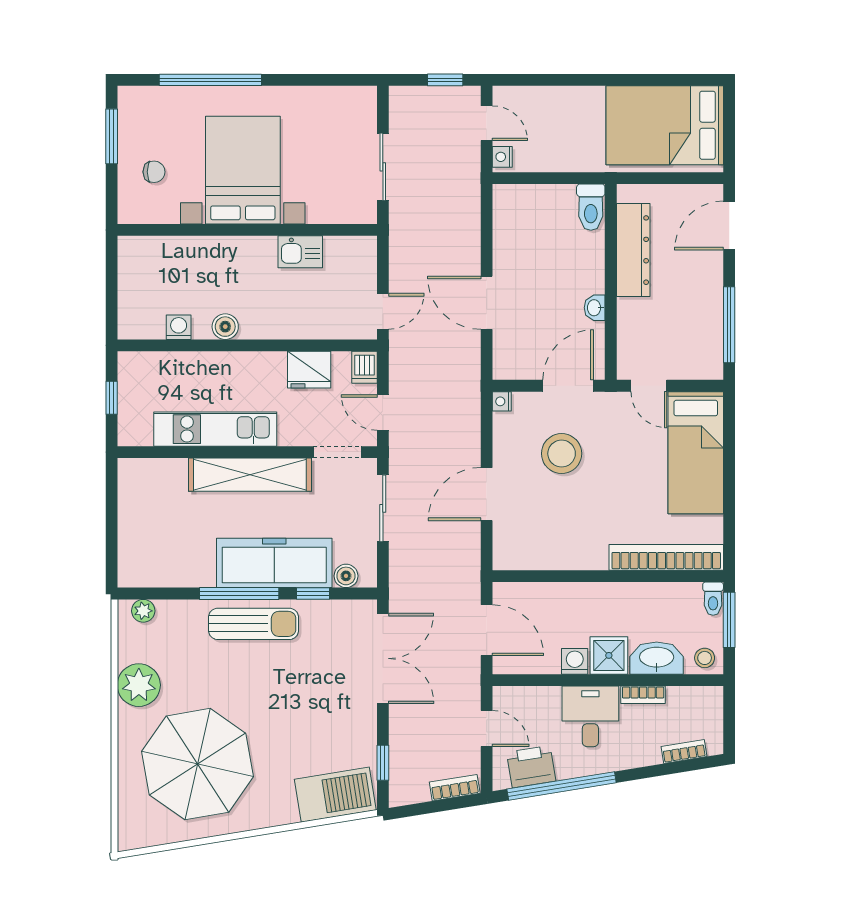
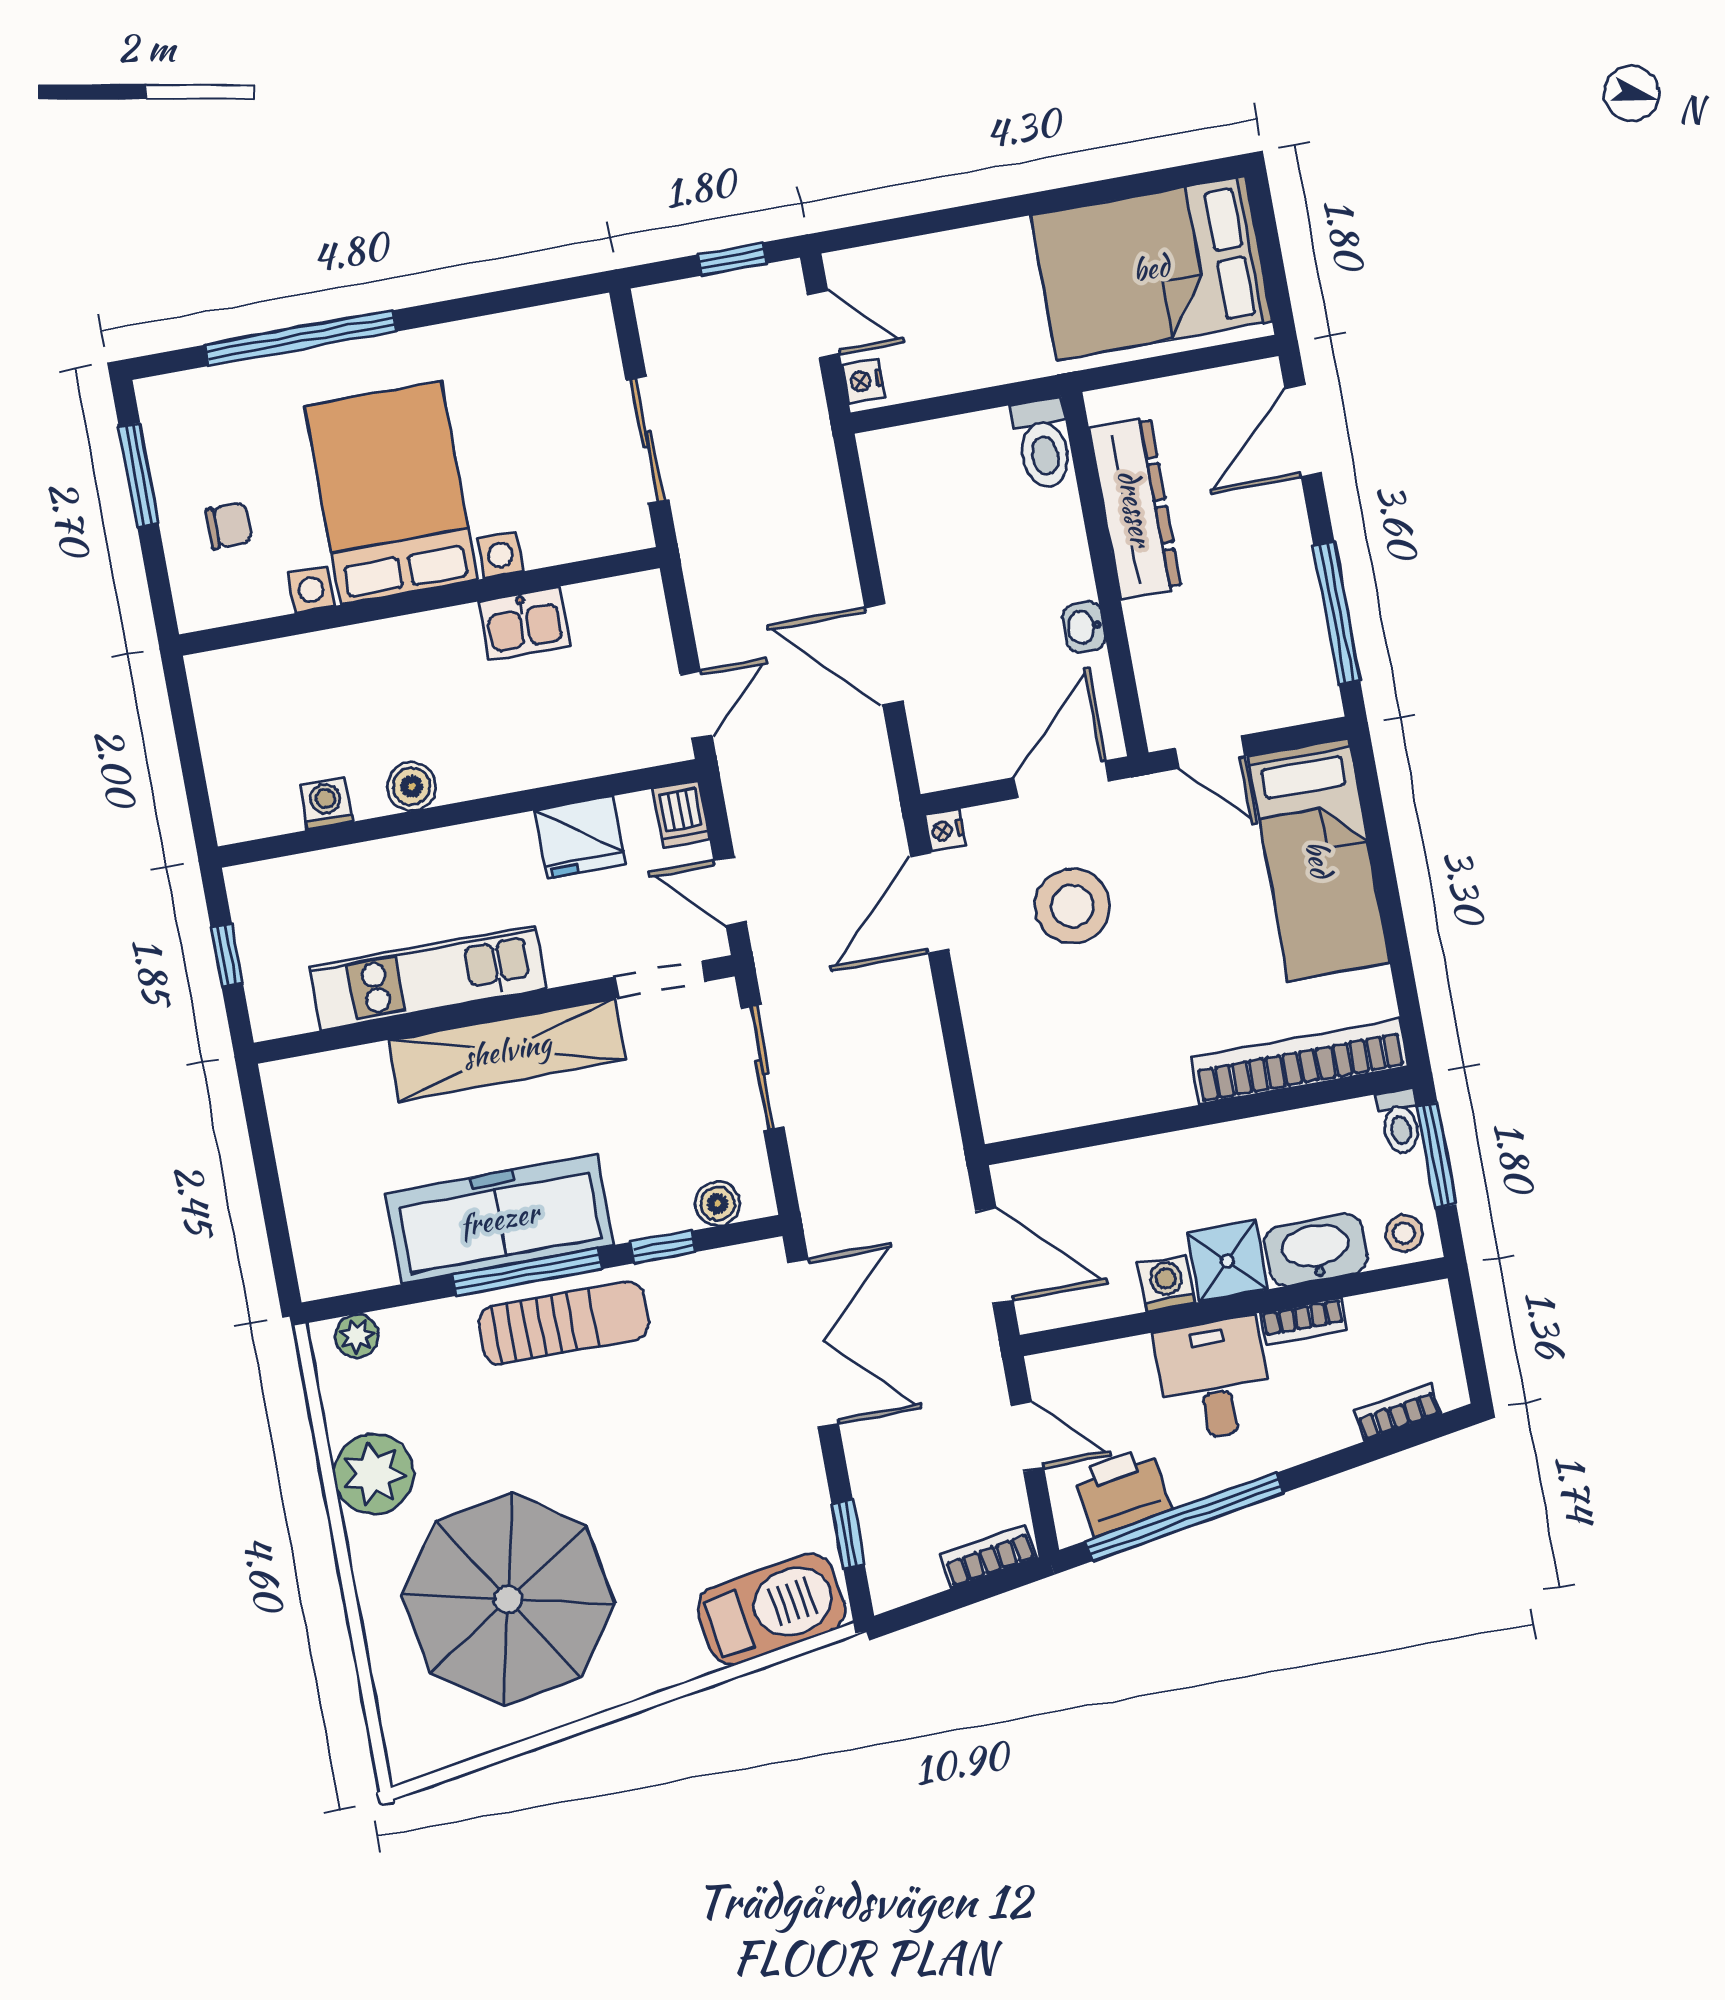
door: (487, 494) -> (930, 903), moved
freezer: (274, 563) -> (499, 1219), moved

